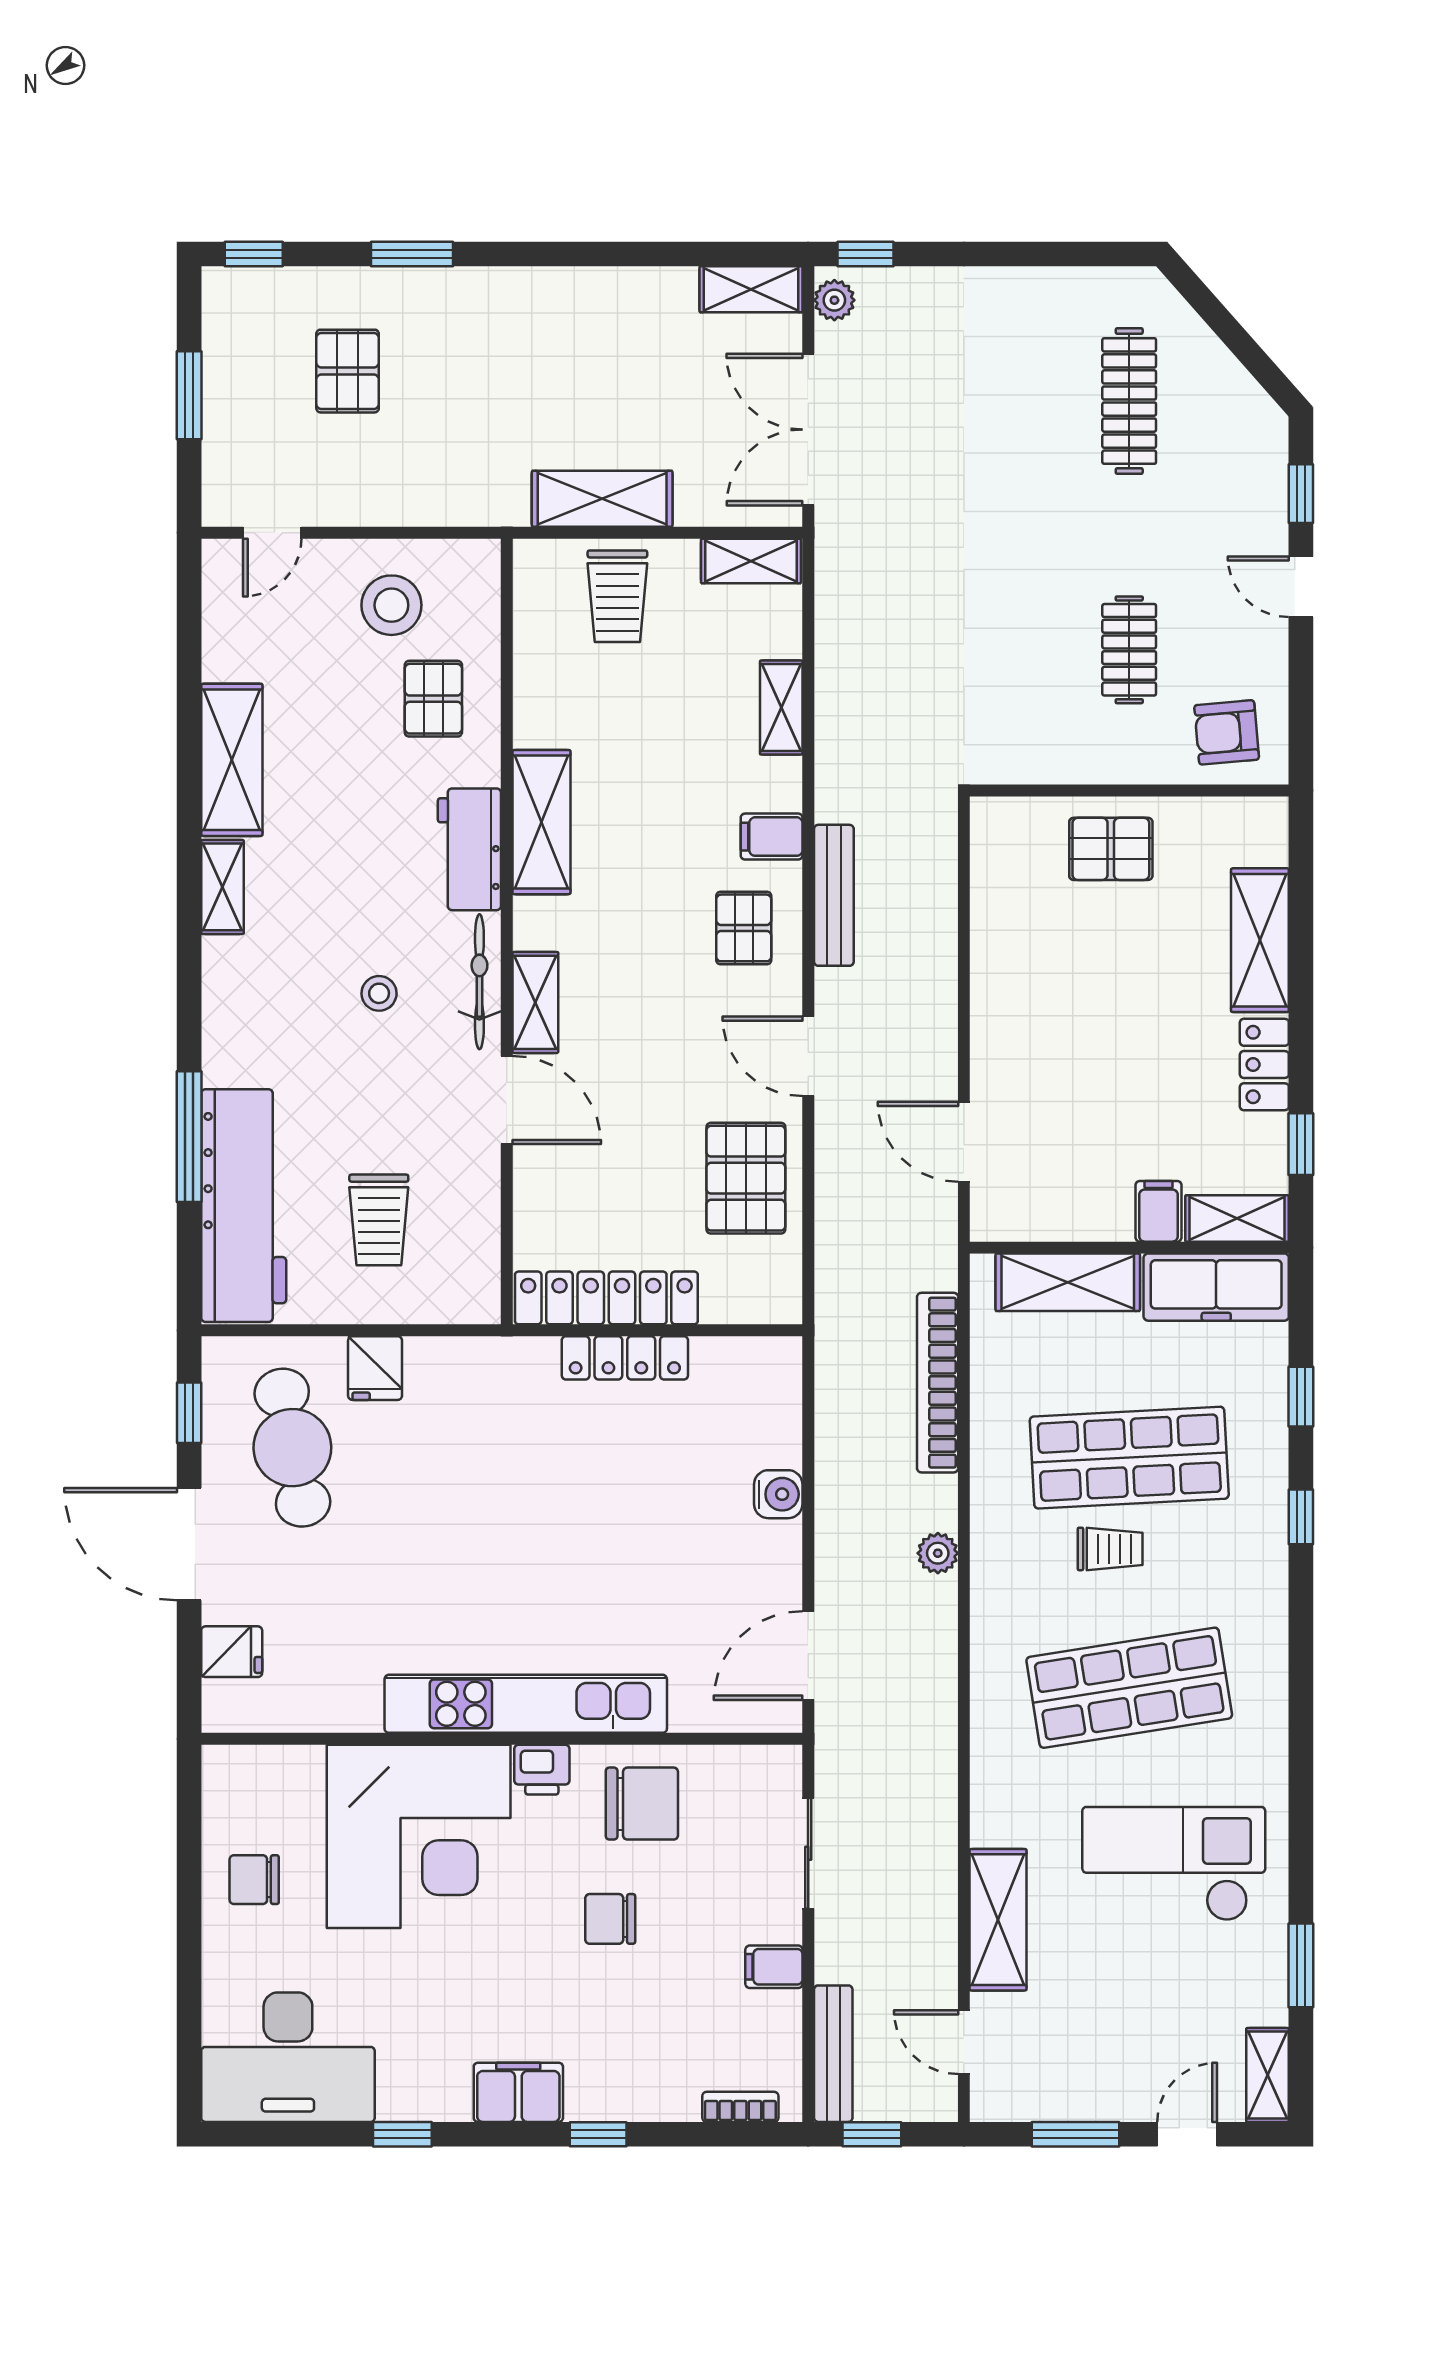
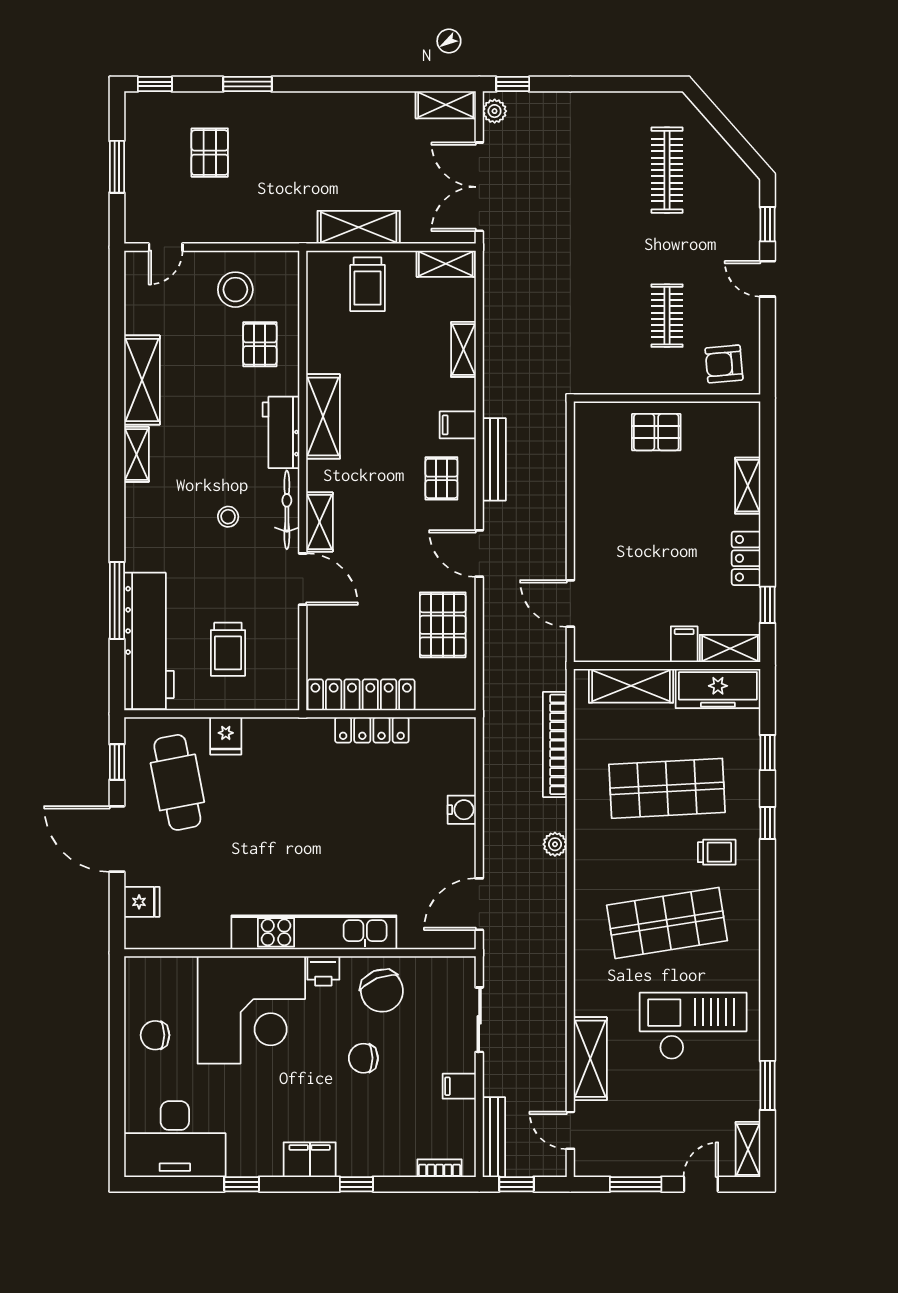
shelving: (1260, 940) -> (748, 486), width x0.67, depth x0.75
trolley: (1110, 1549) -> (717, 852), moved
chair: (642, 1804) -> (382, 991), turned 68

